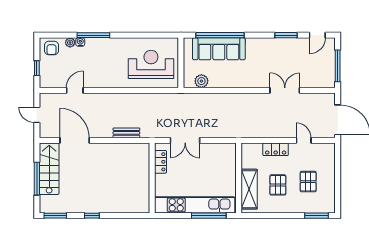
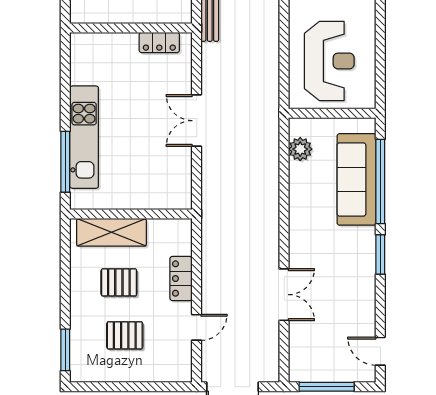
window: (286, 35) -> (380, 254), moved
locker: (160, 162) -> (159, 43), moved
wall: (152, 178) -> (131, 28), moved
kitchen unit: (195, 205) -> (84, 137), width x0.73

